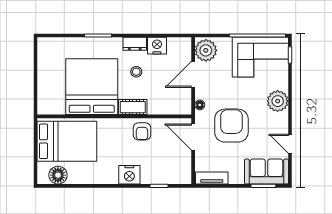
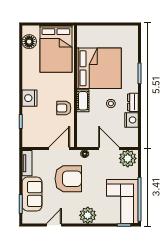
sofa: (266, 172) -> (32, 194), moved

